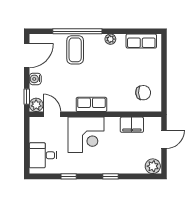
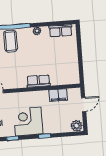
chair: (143, 93) -> (65, 70), removed
row of seats: (91, 104) -> (38, 81), moved
corner desk: (86, 135) -> (28, 121), moved, turned 180

